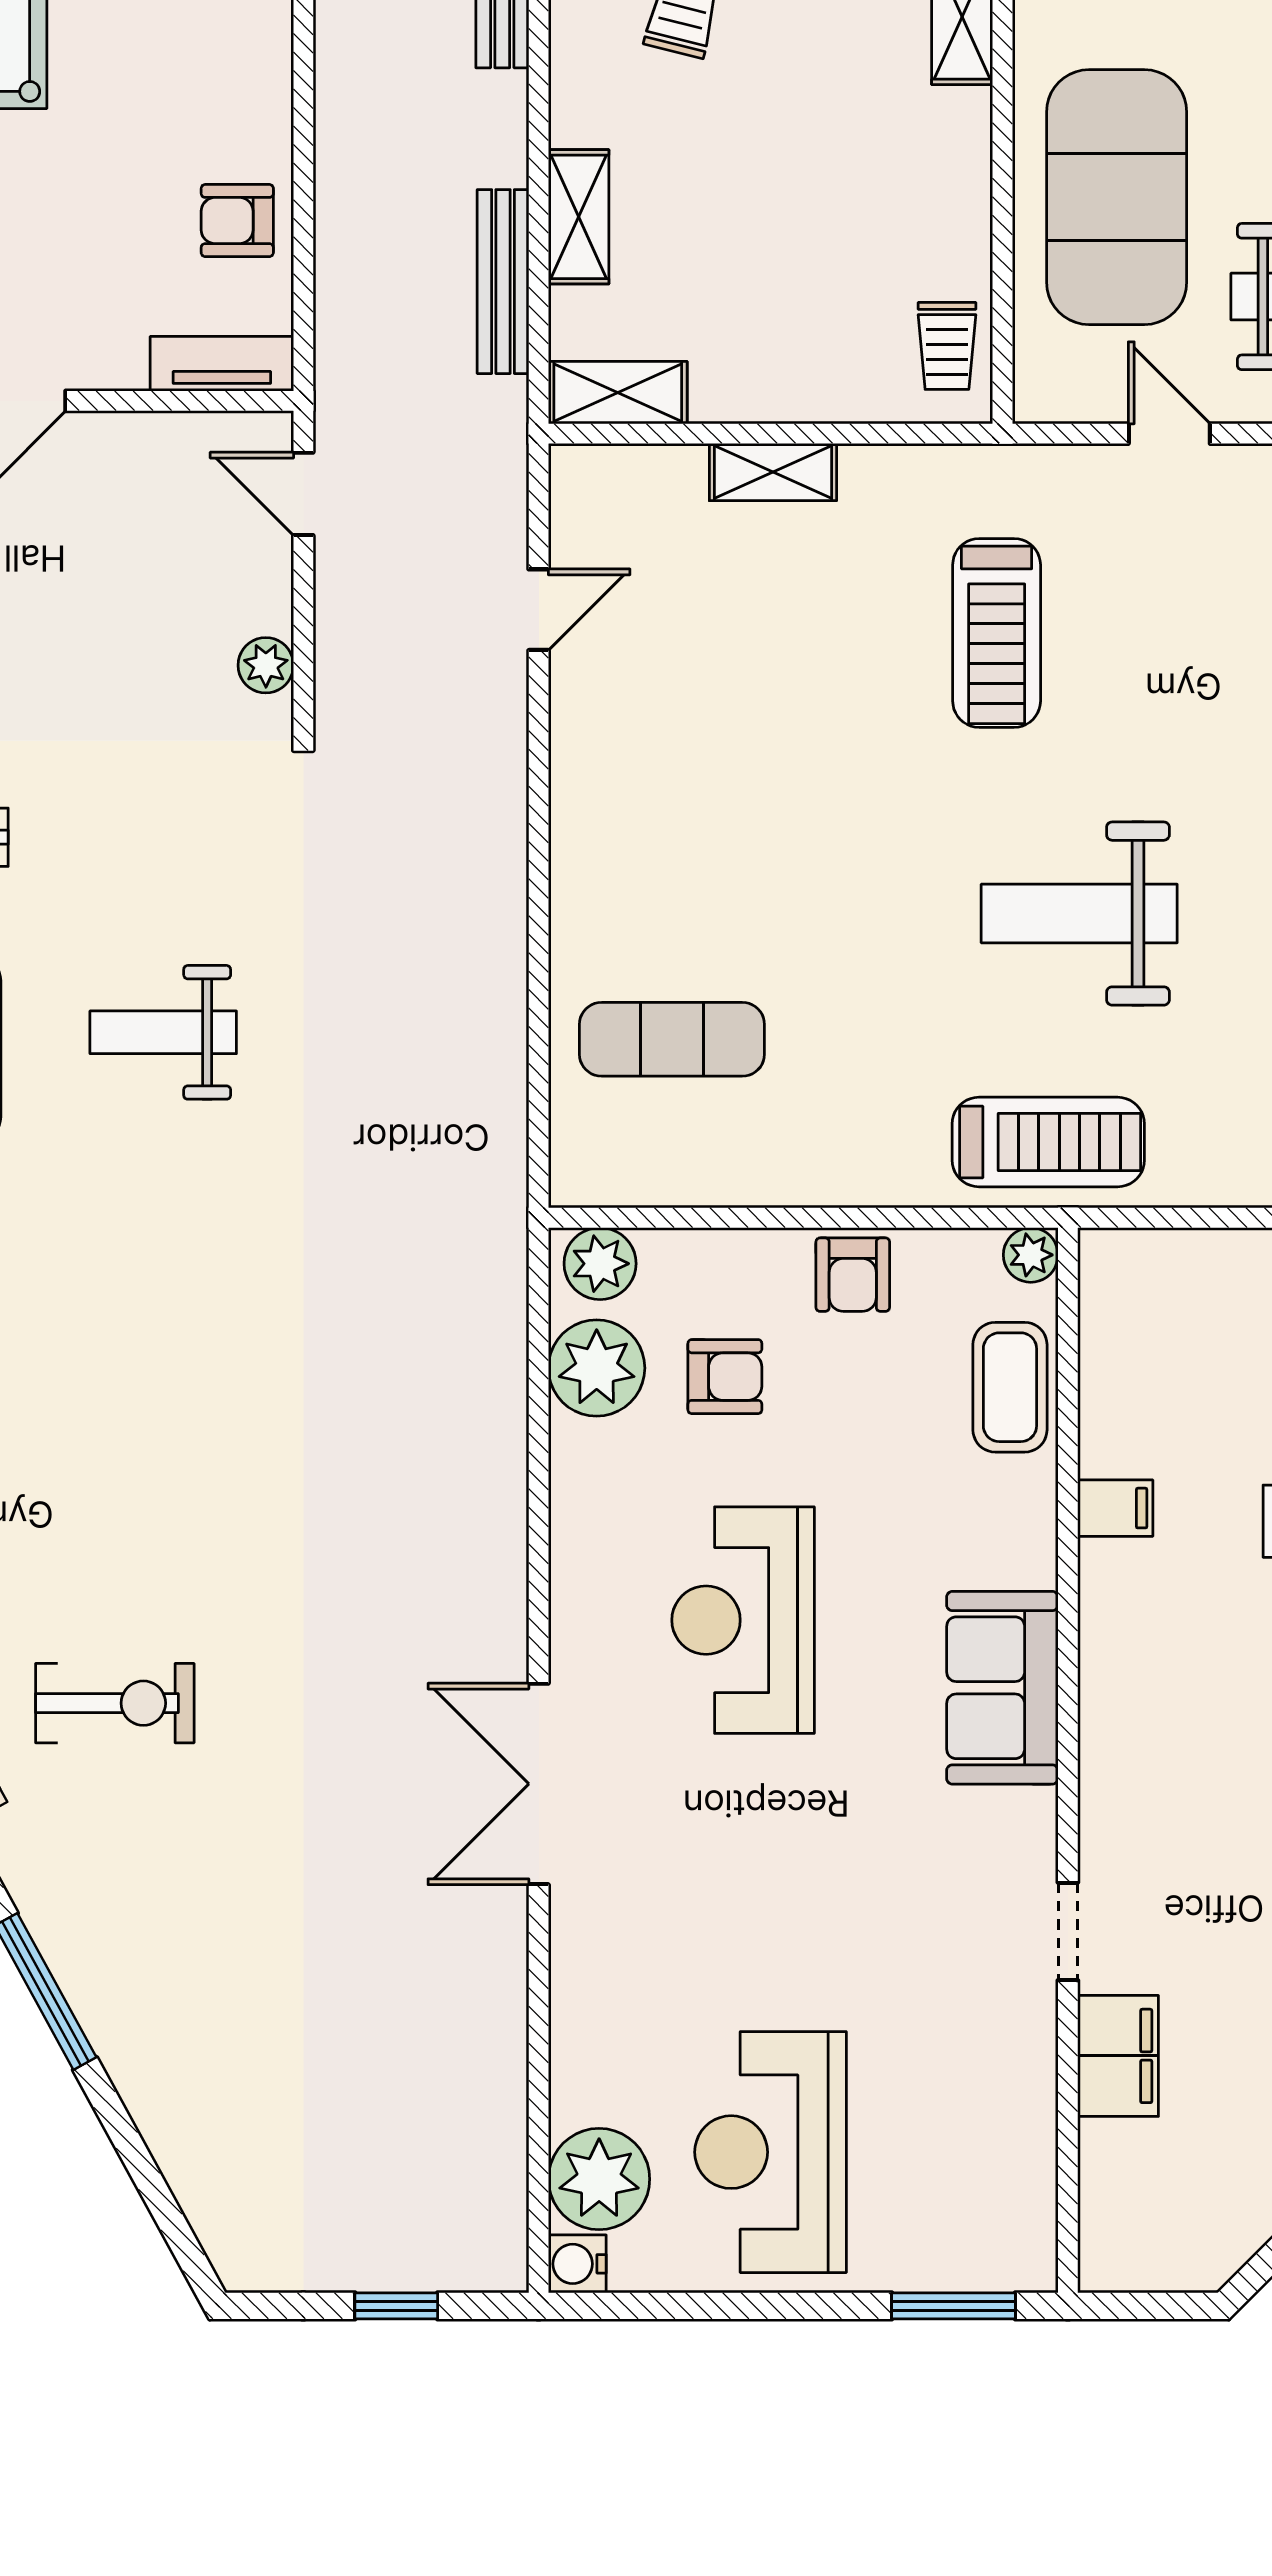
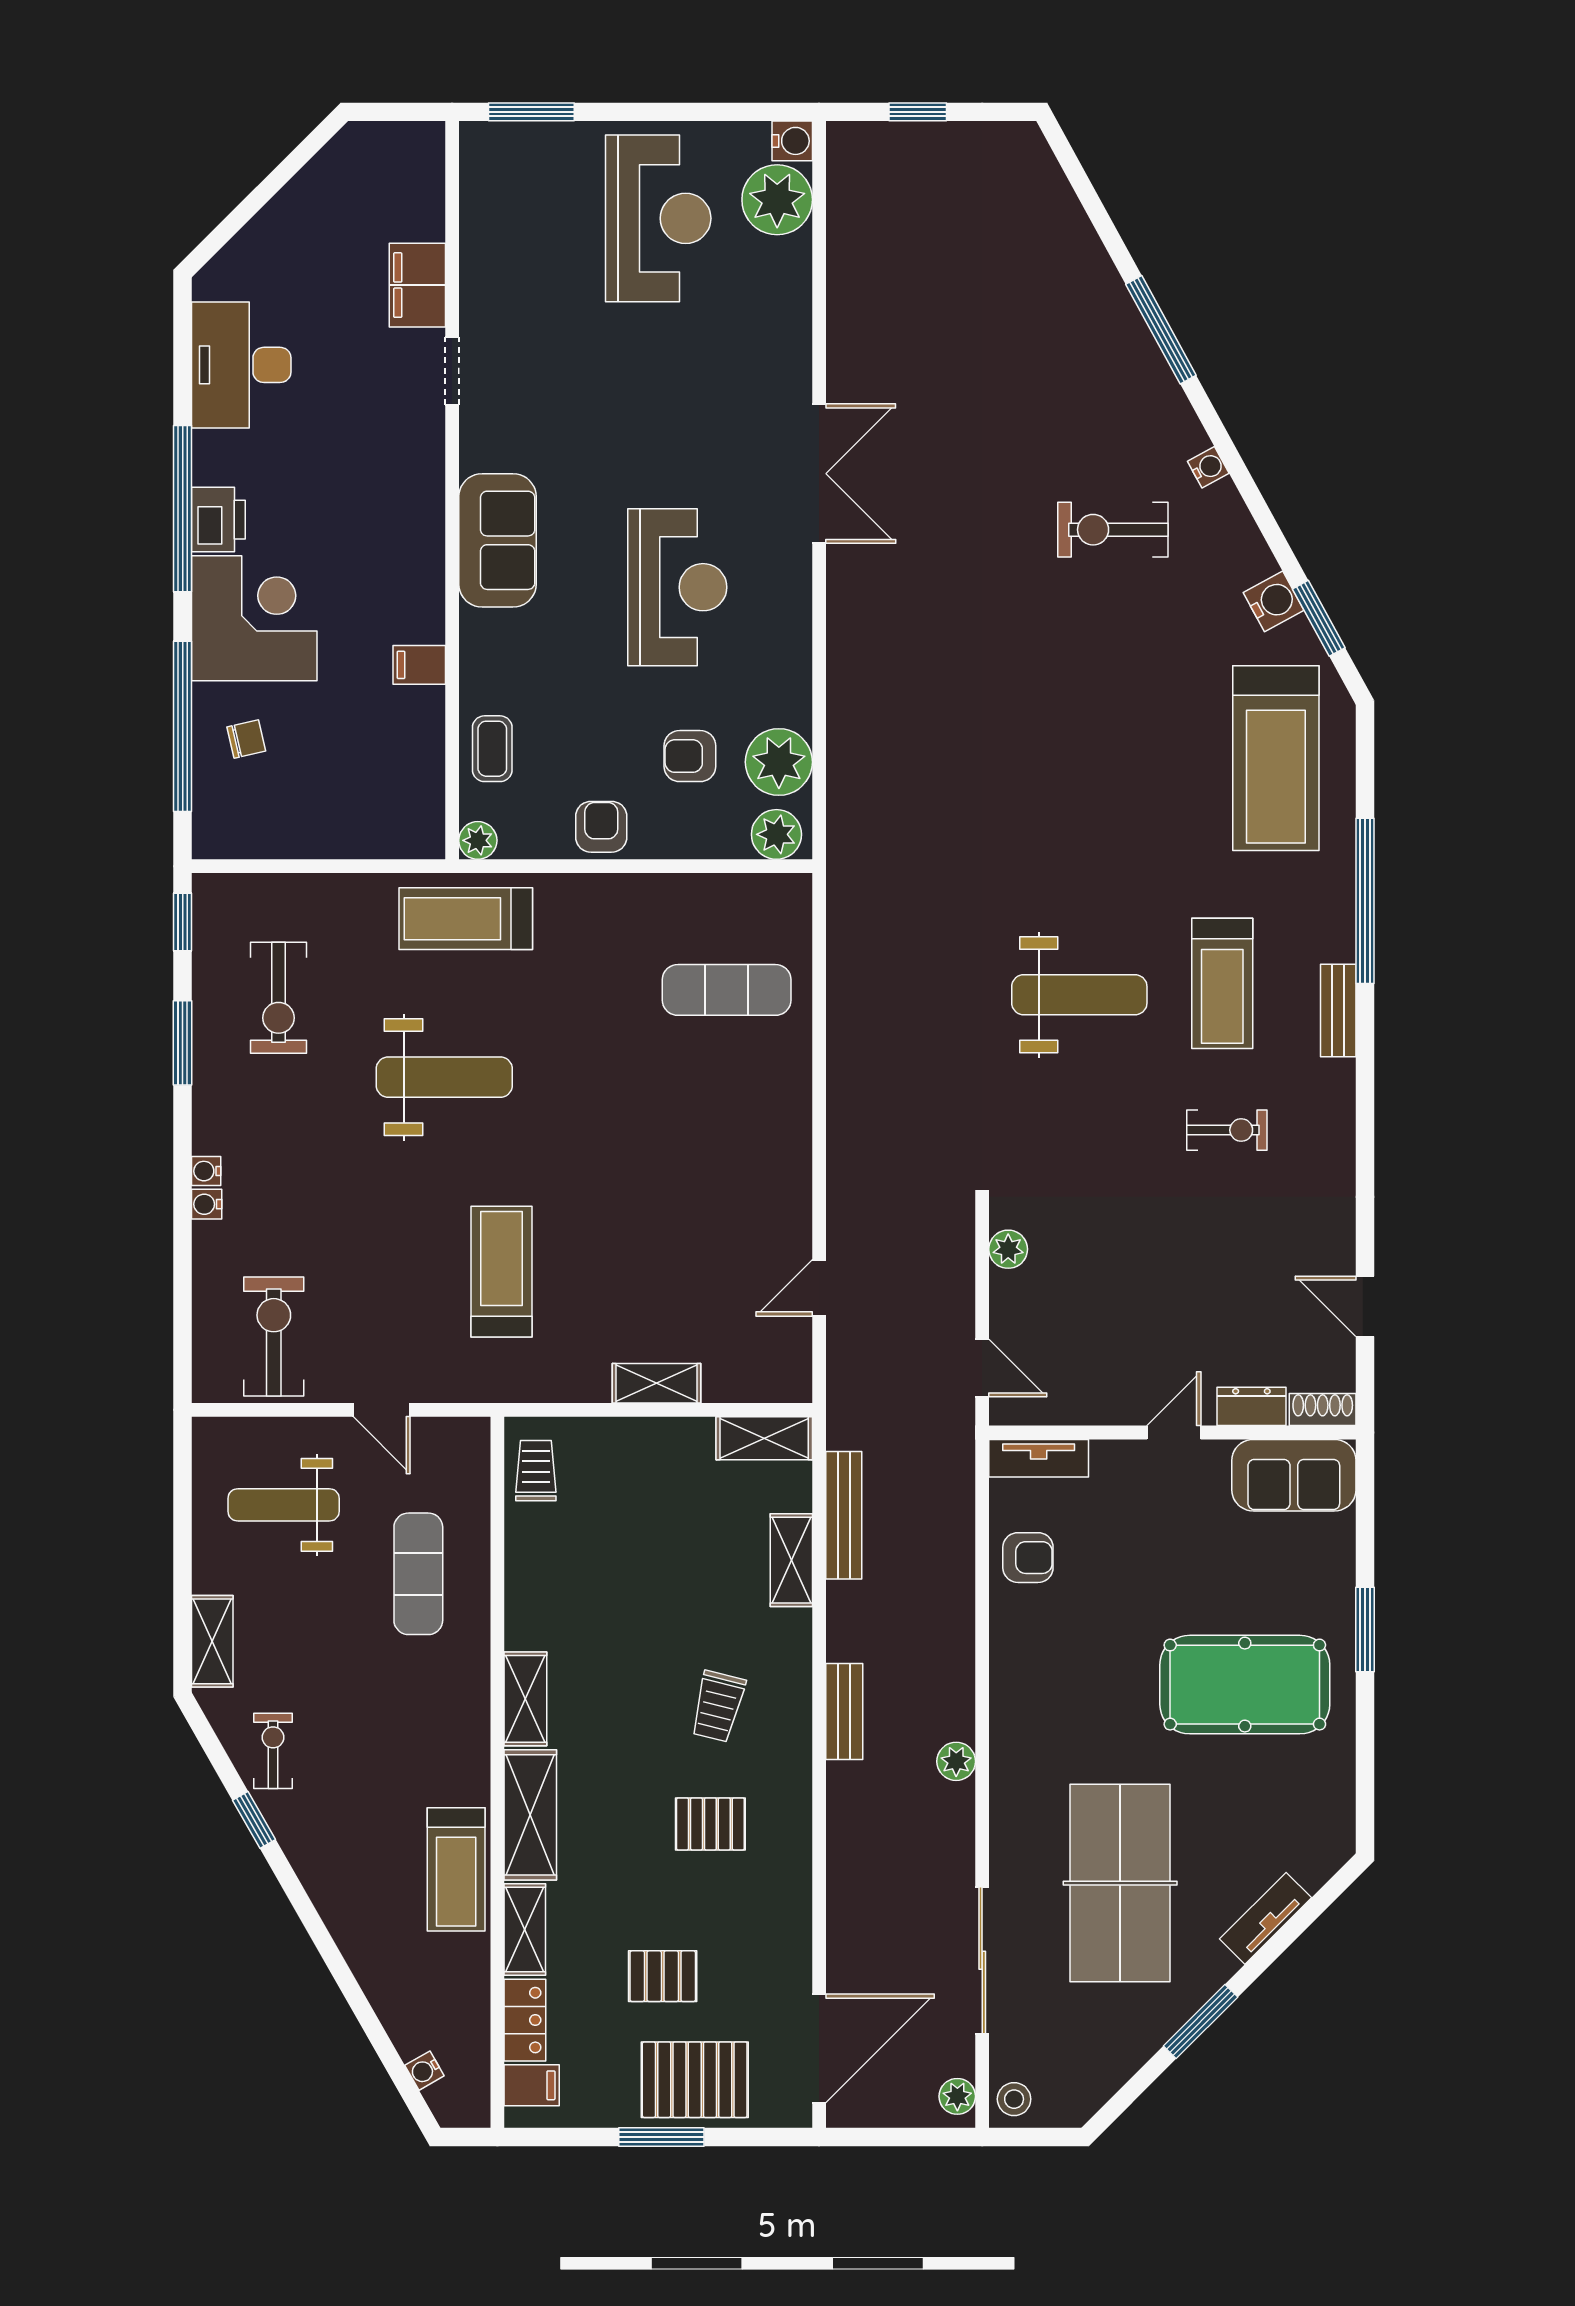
exercise mat: (1117, 197) -> (418, 1574), width x0.50, depth x0.69
weight bench: (163, 1032) -> (1079, 995), width x1.36, depth x1.33
coffee table: (1010, 1387) -> (492, 749), width x0.73, depth x0.77

